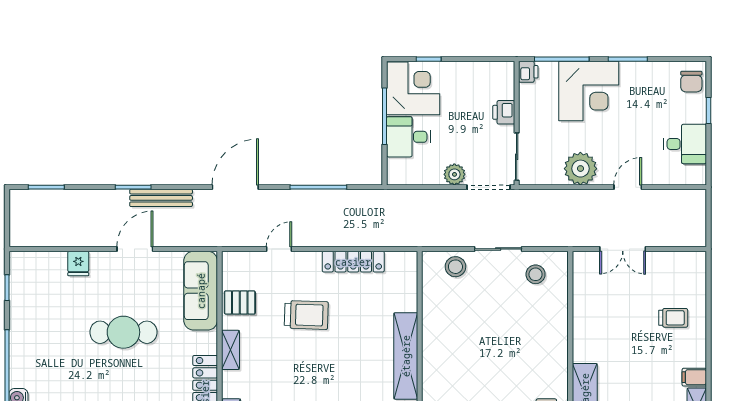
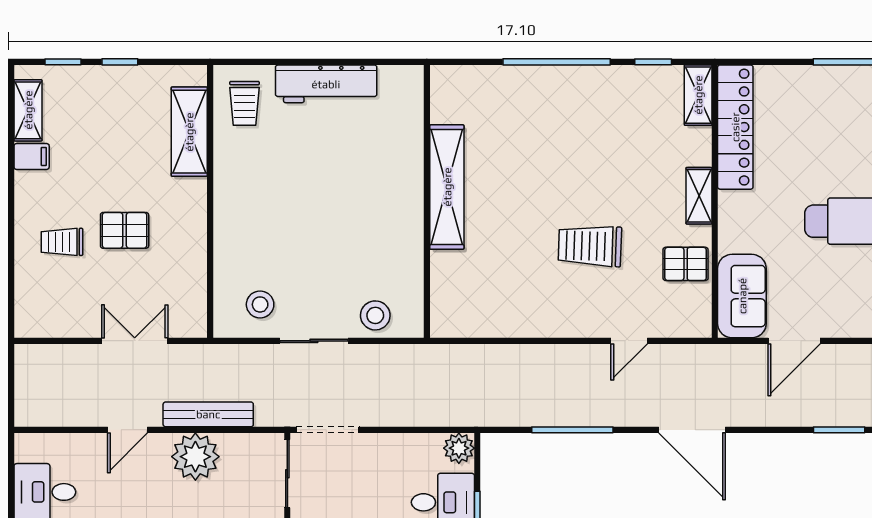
plant: (454, 174) -> (459, 448), moved
door: (235, 187) -> (692, 430), hinge flipped
bench: (161, 198) -> (208, 414), moved
door: (135, 249) -> (794, 341), moved
locker: (353, 262) -> (522, 323), removed
sofa: (201, 291) -> (742, 296), width x0.73
pallet: (630, 326) -> (125, 230), added

